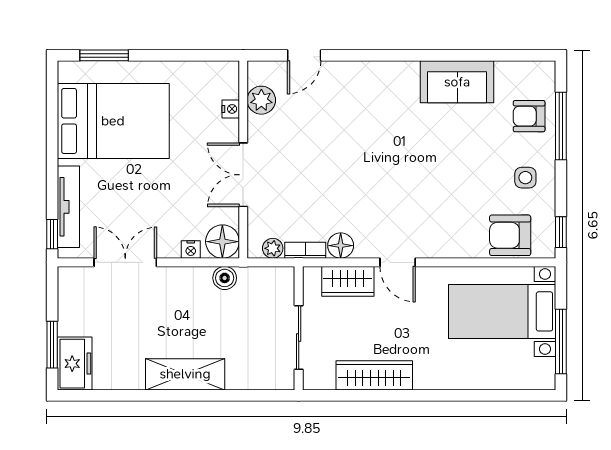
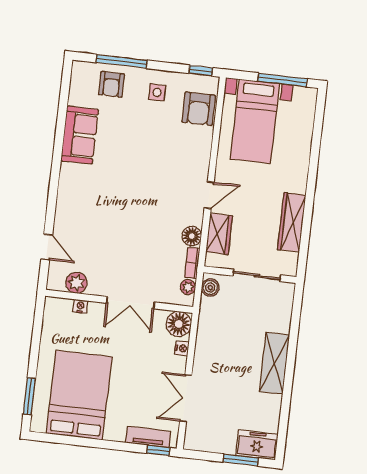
tv unit: (68, 207) -> (148, 437), width x0.71
boiler: (225, 278) -> (210, 288), moved

